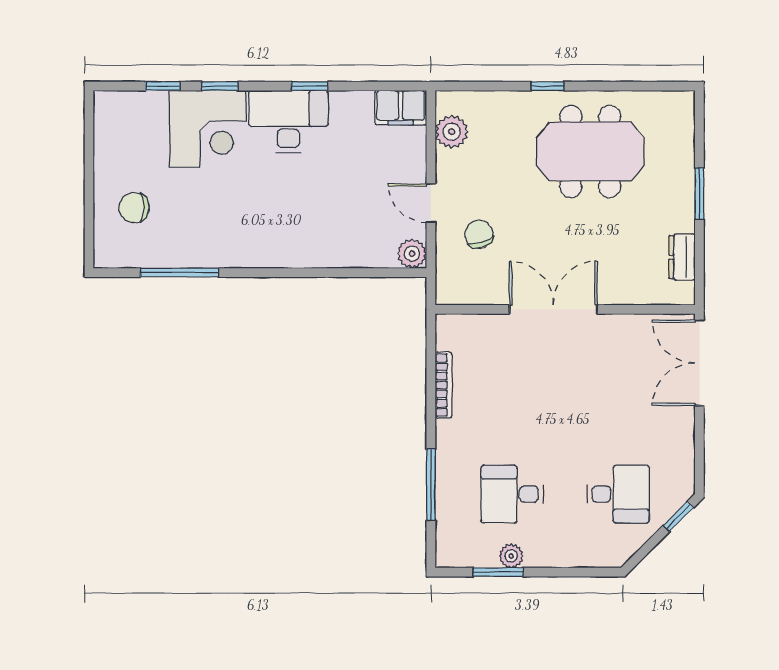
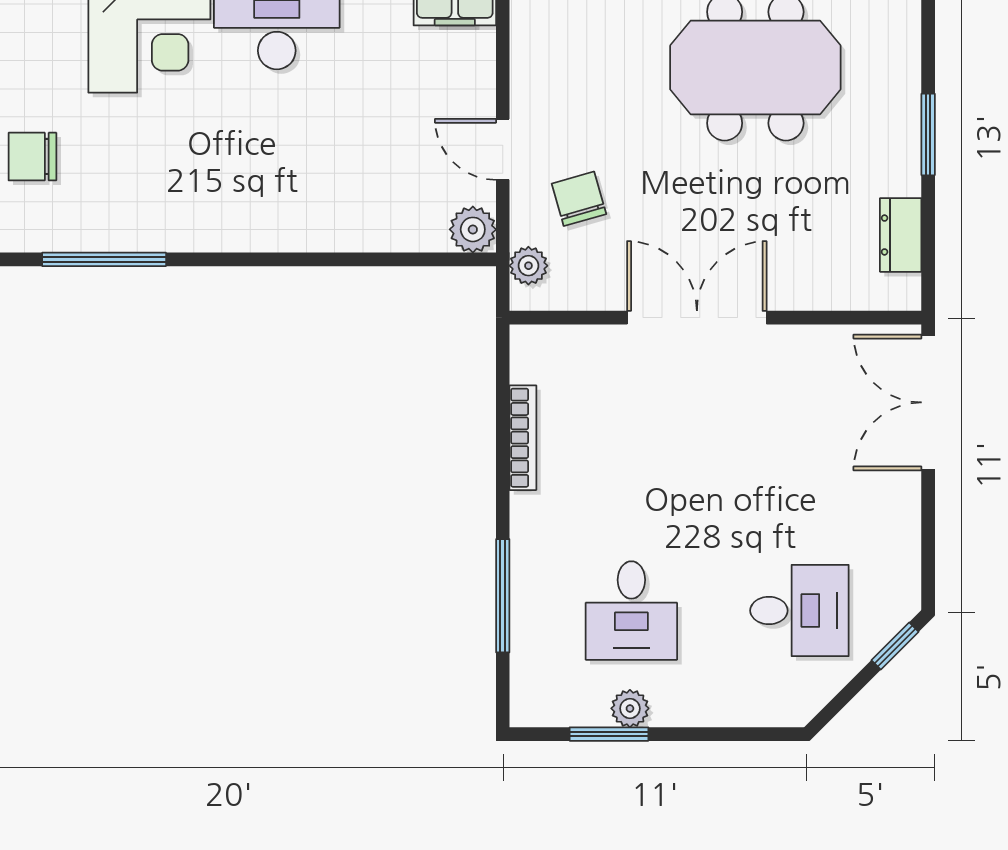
plant: (452, 132) -> (528, 266), moved, width x0.73, depth x0.73
desk: (512, 494) -> (631, 611), turned -90

